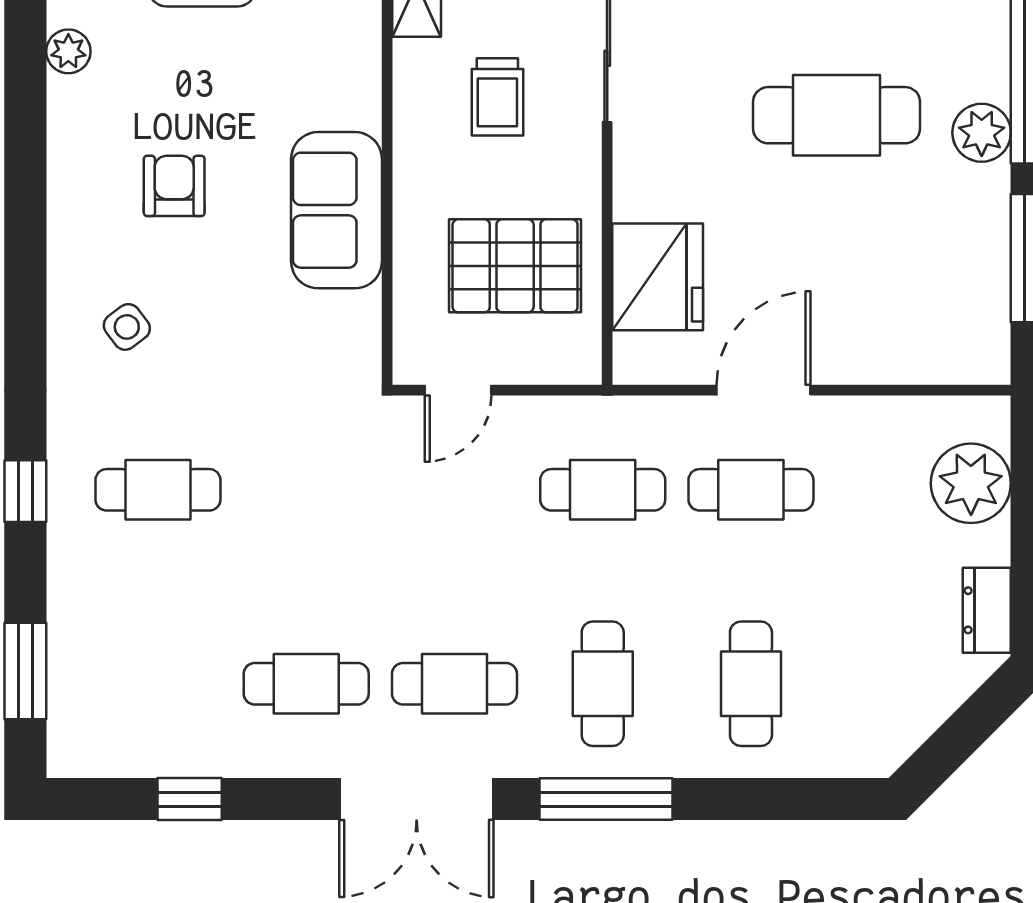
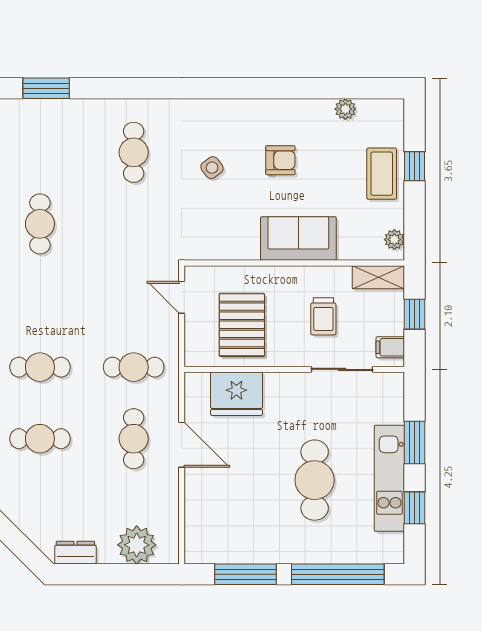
trolley: (497, 97) -> (323, 316), turned -90
plant: (982, 133) -> (306, 550), removed
sofa: (337, 210) -> (298, 239), moved
side table: (127, 327) -> (212, 168), moved
cafe table: (603, 490) -> (134, 367), turned 90
window: (25, 491) -> (133, 88), removed
cafe table: (454, 684) -> (40, 296), removed

